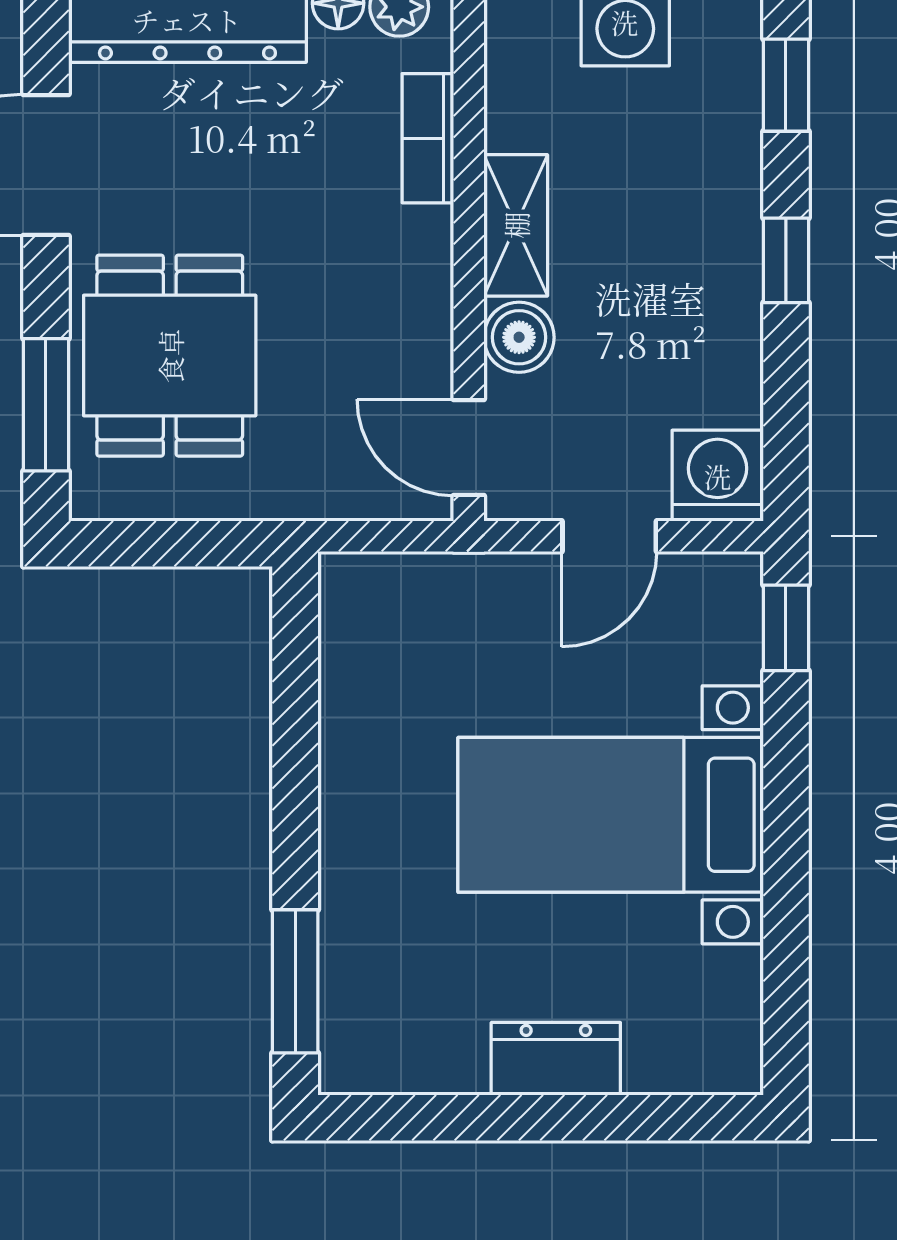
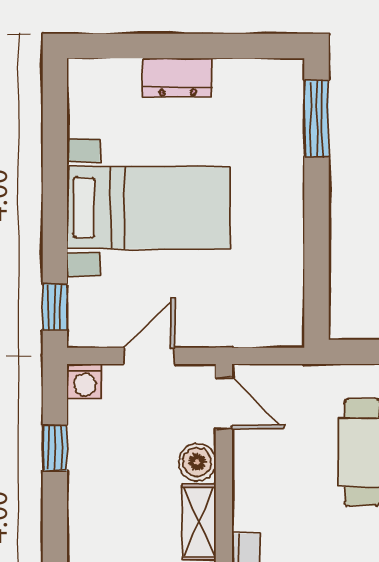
window: (786, 260) -> (55, 448), moved
washing machine: (718, 476) -> (85, 382), width x0.73, depth x0.73

